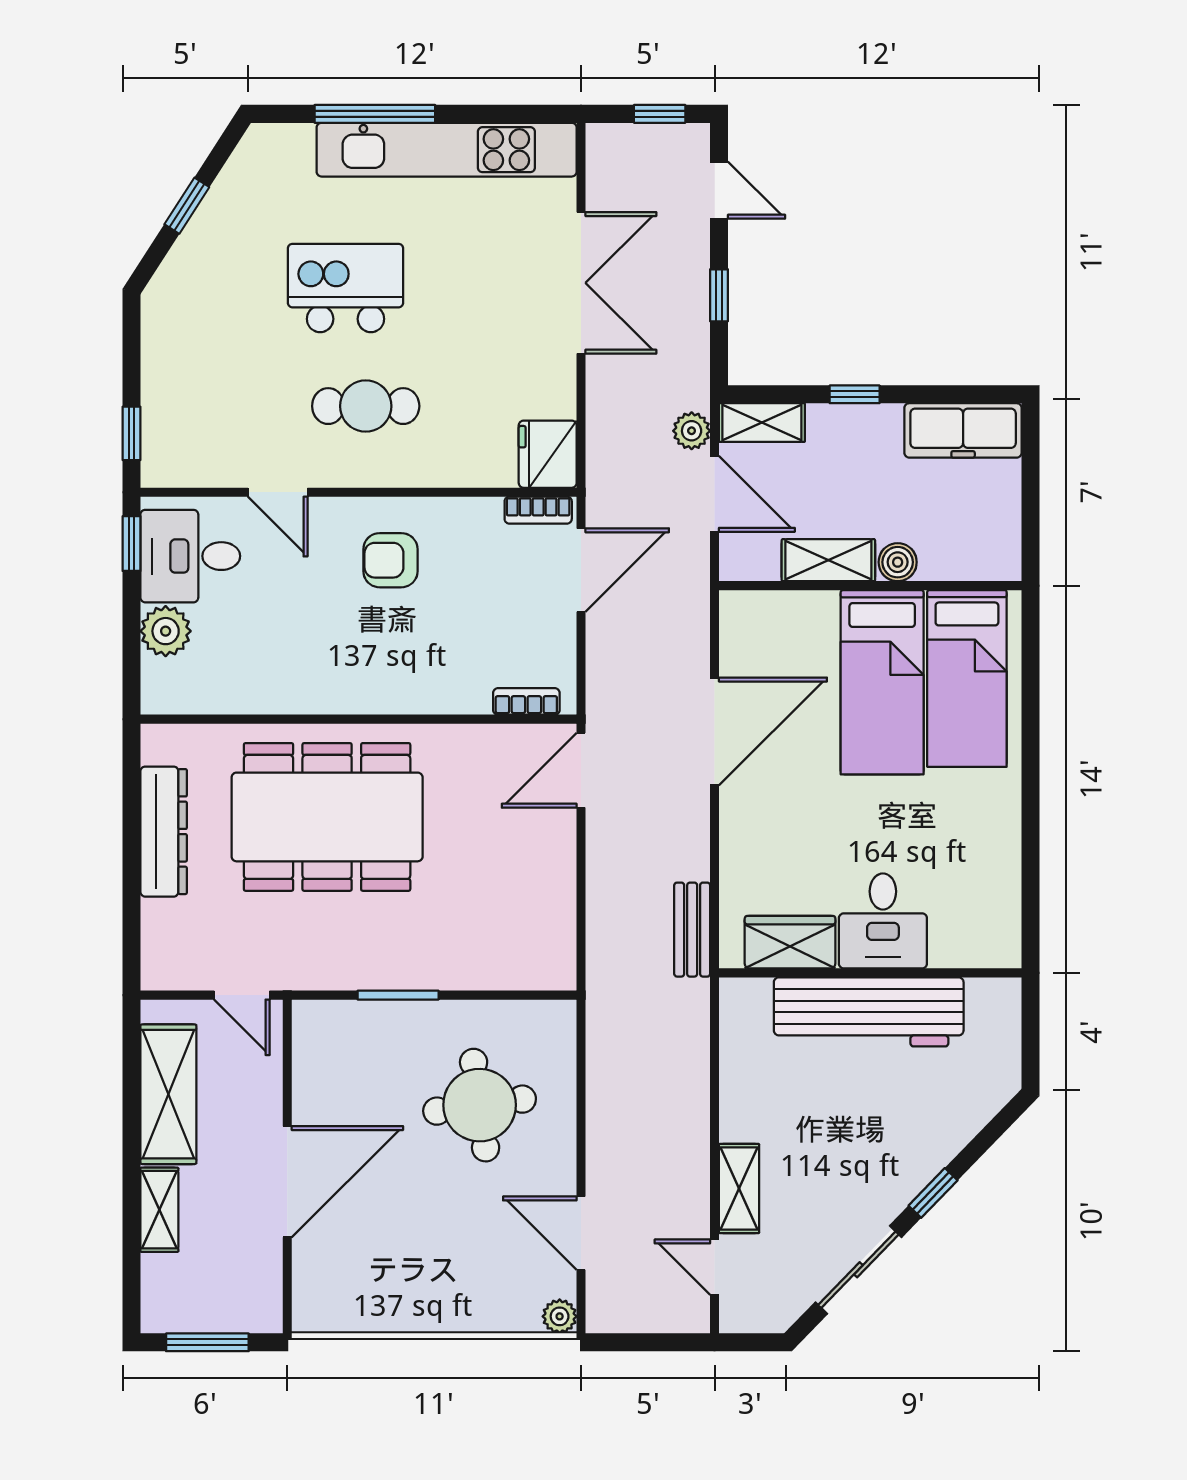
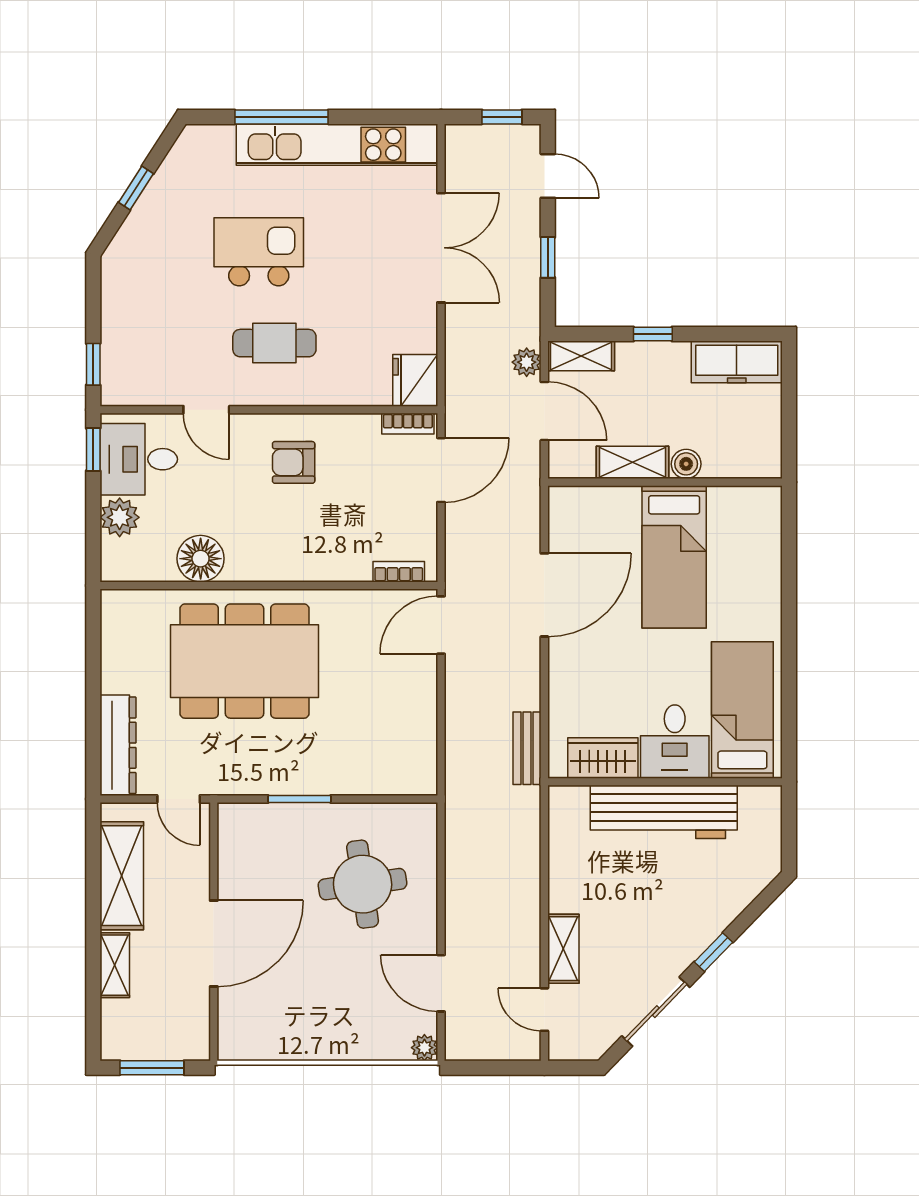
bed: (967, 678) -> (742, 710), moved, turned 180
floor lamp: (270, 685) -> (201, 559), added
dresser: (164, 832) -> (118, 745), moved

